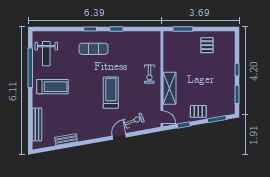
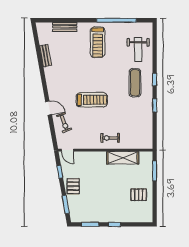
weight bench: (46, 54) -> (138, 50), moved, turned -90
shelving: (170, 88) -> (123, 158), moved
door: (162, 117) -> (67, 150), hinge flipped
bench: (37, 124) -> (65, 27), width x0.73

